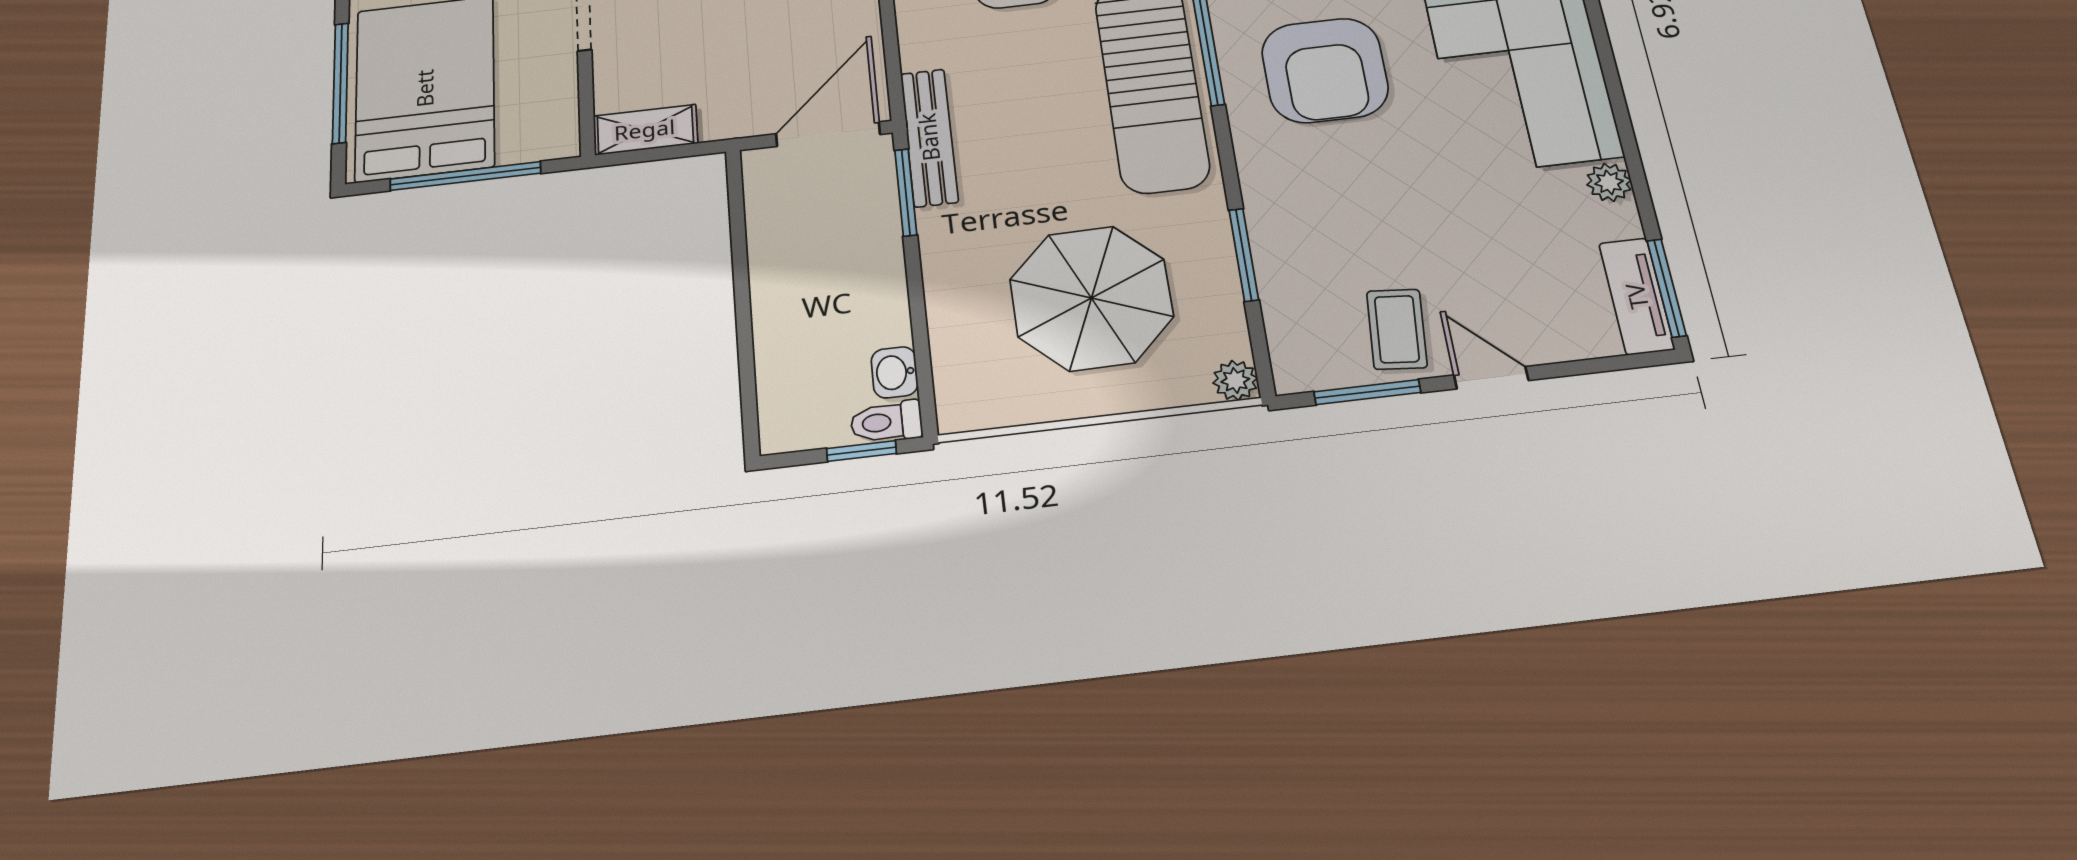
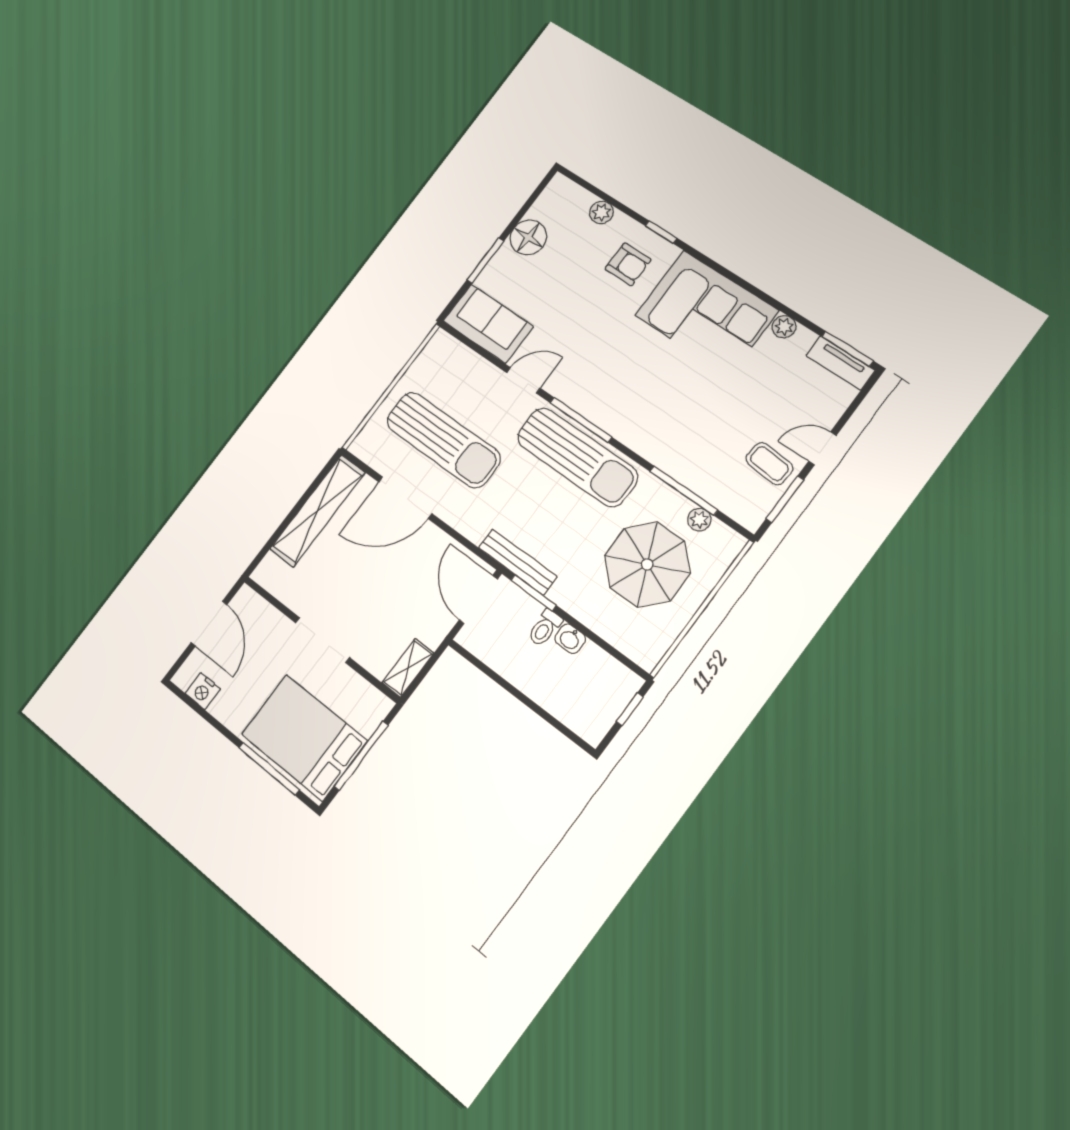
armchair: (1325, 70) -> (634, 386), removed
window: (1244, 255) -> (684, 491), width x1.44
washbasin: (895, 372) -> (570, 639), moved
plant: (1235, 380) -> (699, 520), moved
toilet: (886, 422) -> (545, 628), moved

